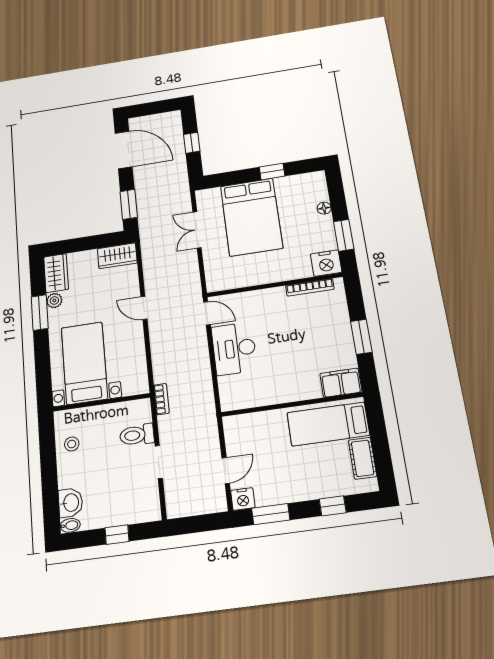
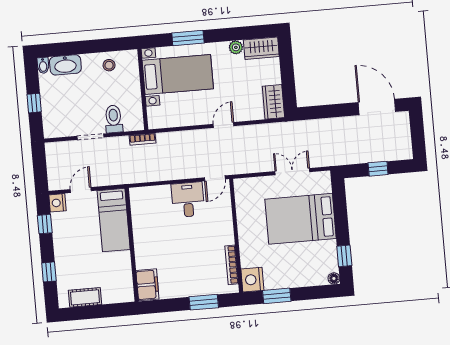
door: (124, 150) -> (377, 107), swing flipped
window: (272, 172) -> (344, 256), moved
window: (129, 204) -> (322, 112), removed
floor lamp: (324, 208) -> (334, 278), moved
window: (40, 312) -> (188, 38), moved
window: (361, 337) -> (204, 302), moved
desk: (234, 349) -> (188, 200), width x0.73
bed: (328, 424) -> (114, 220), moved, turned 180
door: (226, 471) -> (81, 190), swing flipped
washbasin: (70, 503) -> (65, 65), width x1.38
window: (271, 514) -> (45, 224), width x0.67

